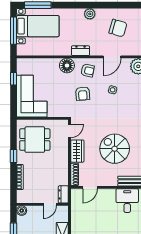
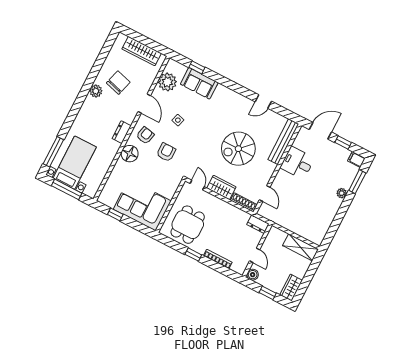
plant: (90, 14) -> (96, 91), moved
armchair: (83, 94) -> (166, 152), turned -86
door: (50, 204) -> (255, 255), moved

